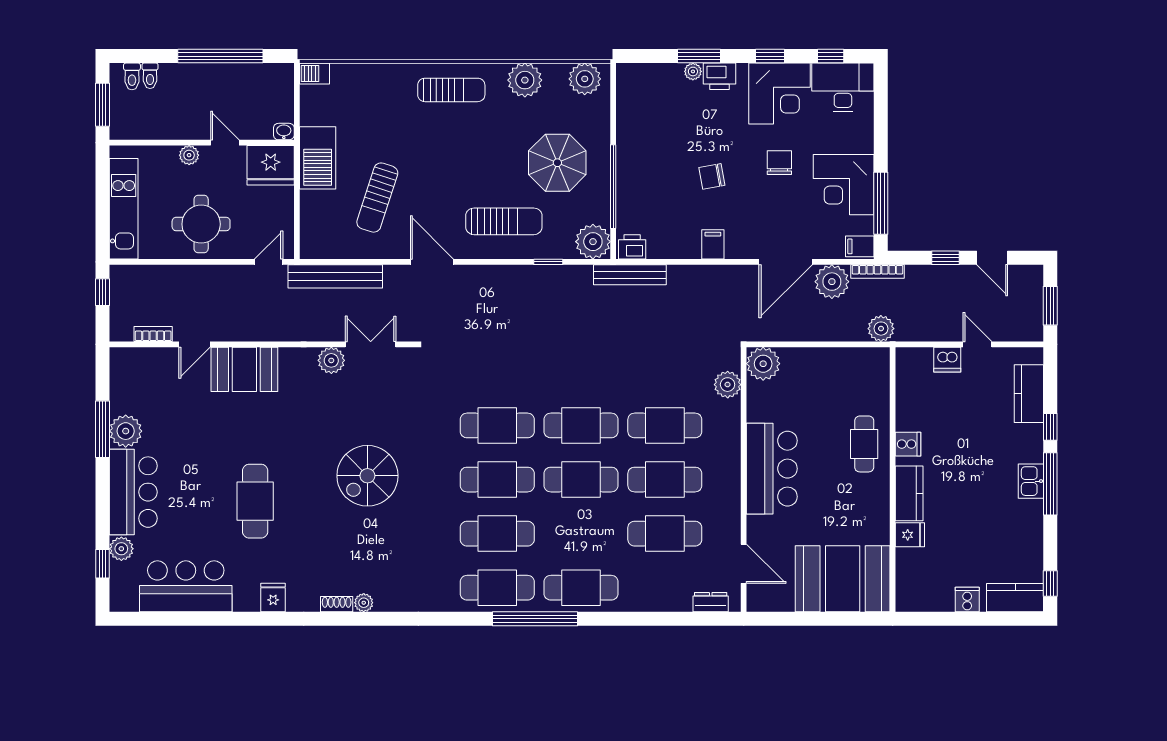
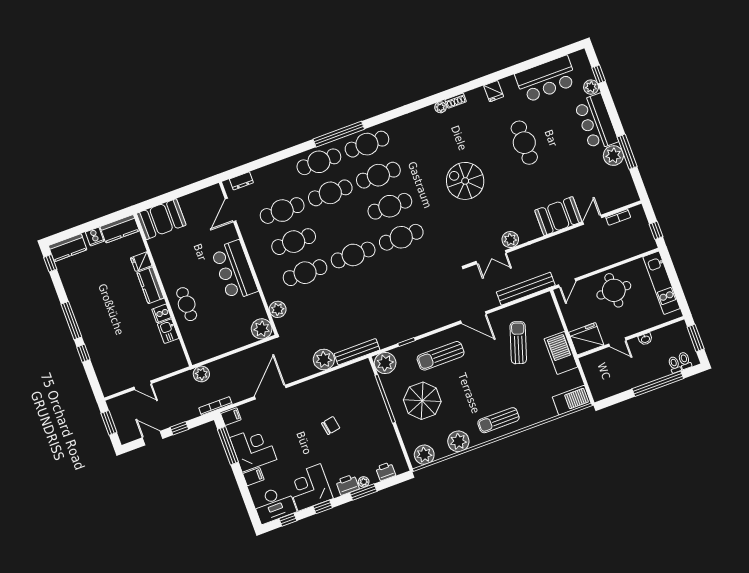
window: (220, 56) -> (658, 384), moved
barbecue: (315, 74) -> (572, 400), width x1.88, depth x1.53
washbasin: (284, 132) -> (645, 339), moved
plant: (189, 155) -> (635, 327), removed
chair: (779, 163) -> (295, 448), removed
filing cabinet: (713, 244) -> (253, 477), moved, turned -90
printer: (632, 247) -> (386, 471), moved, turned 180
plant: (832, 282) -> (324, 359), moved
dishwasher: (947, 360) -> (157, 370), removed
kitchen counter: (1029, 394) -> (120, 229), moved, turned 90
spiral stairs: (367, 476) -> (465, 181), turned -90
cafe table: (581, 480) -> (330, 193), moved
kitchen sink: (1031, 481) -> (168, 331), moved, turned 180
door: (744, 564) -> (230, 210), hinge flipped
booth: (843, 579) -> (161, 219), width x0.73, depth x0.70

